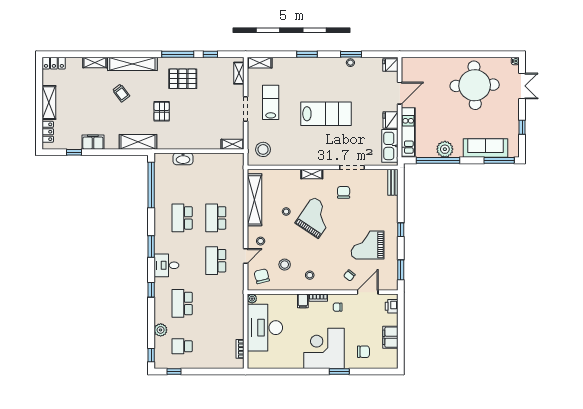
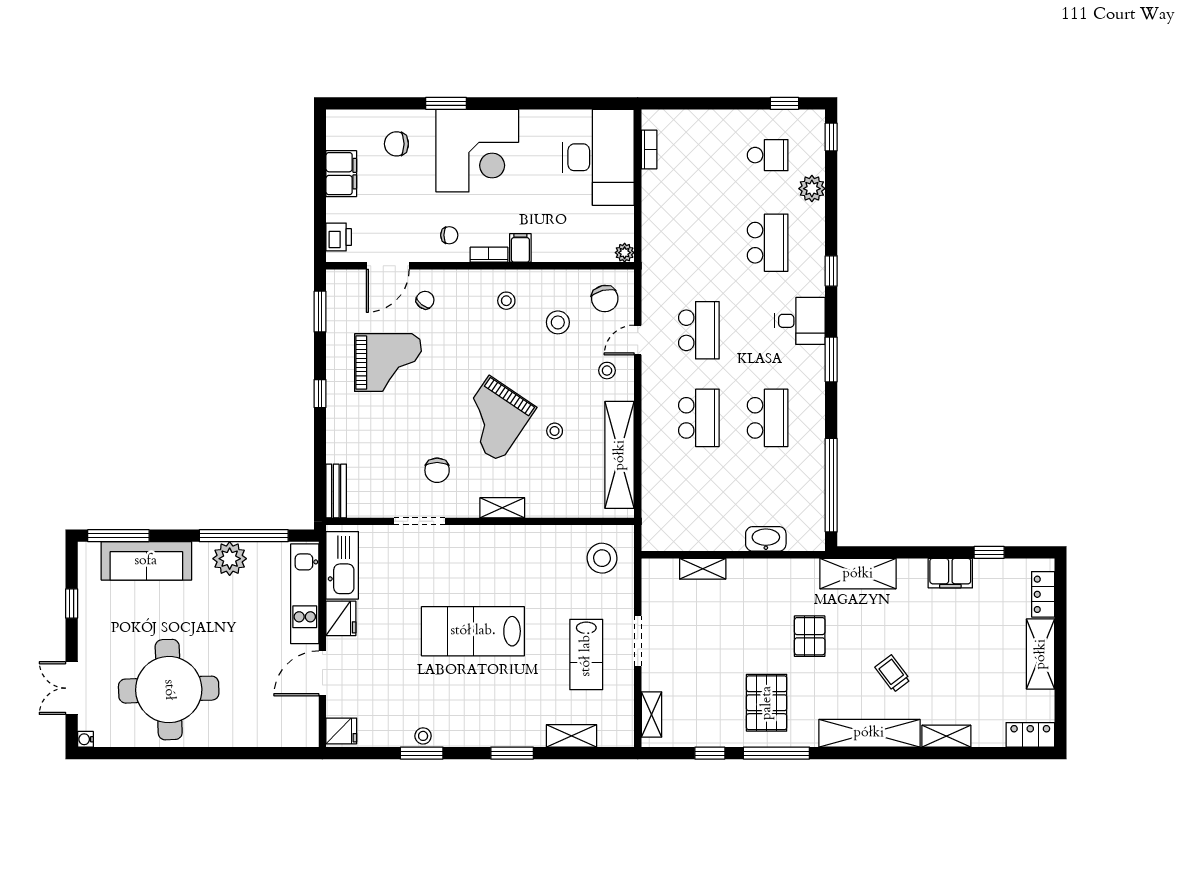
shelving: (260, 63) -> (571, 736), moved
pallet: (183, 79) -> (767, 703), turned 90
shelving: (233, 144) -> (703, 569), moved
desk: (265, 328) -> (598, 157), moved

